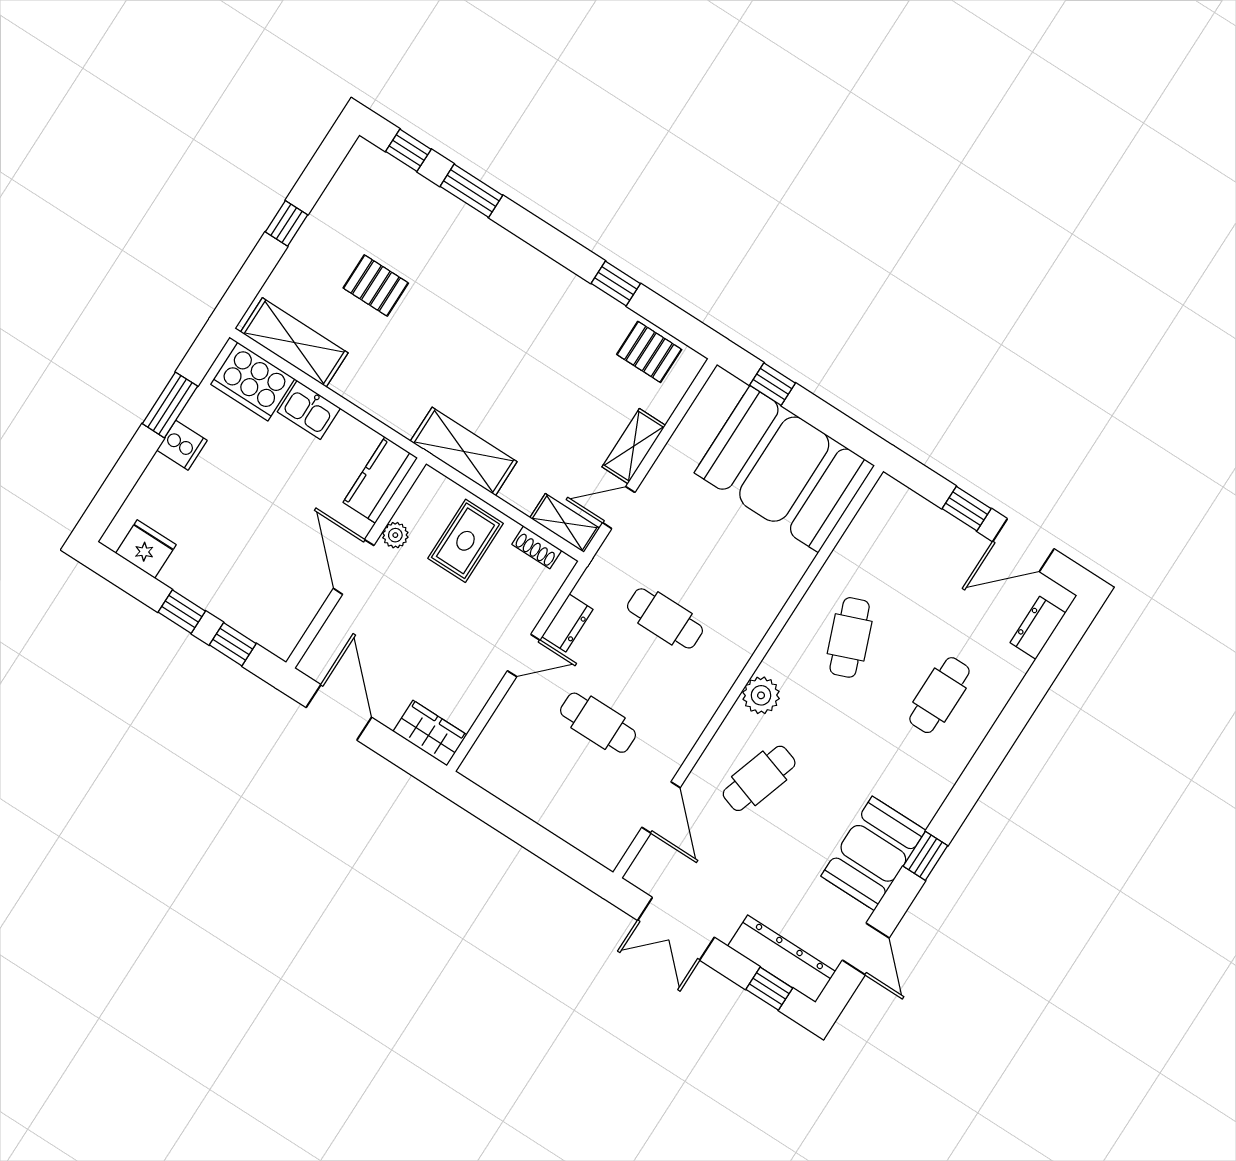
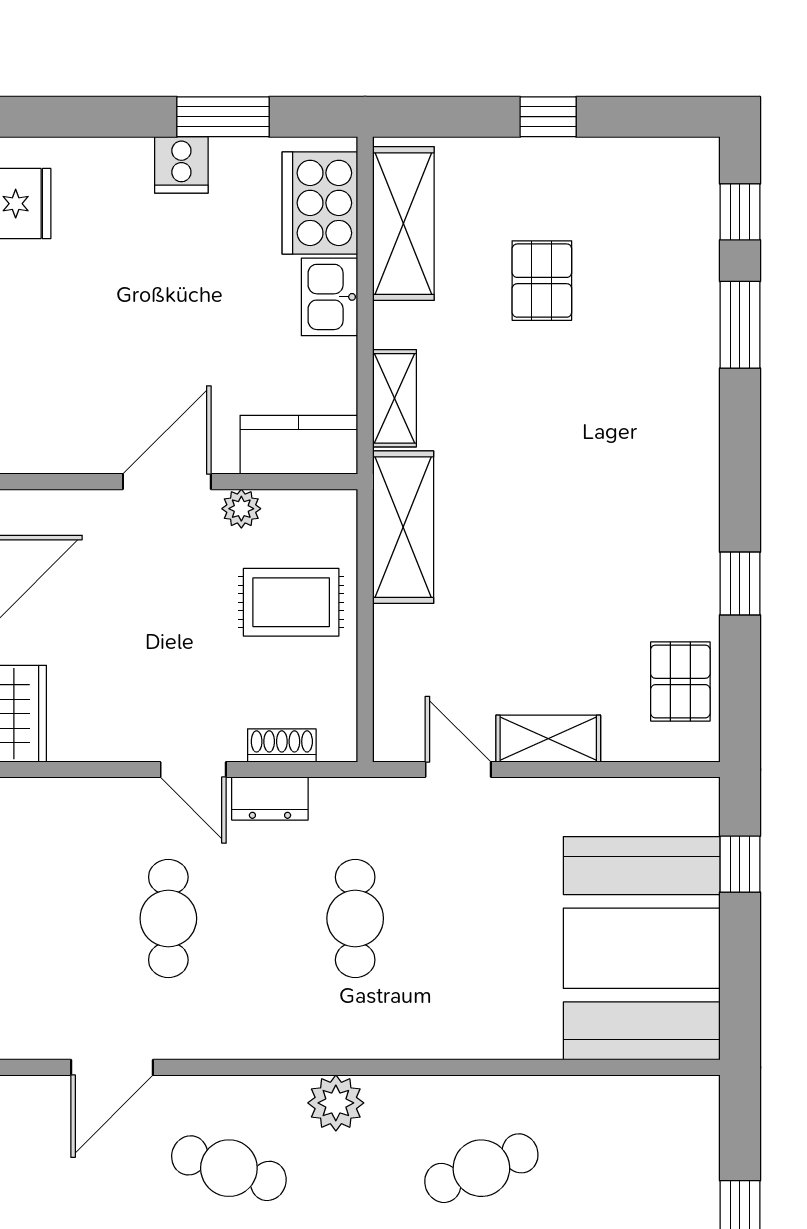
shelving: (565, 523) -> (394, 398), moved
shoe rack: (537, 547) -> (282, 745), moved, turned 90

